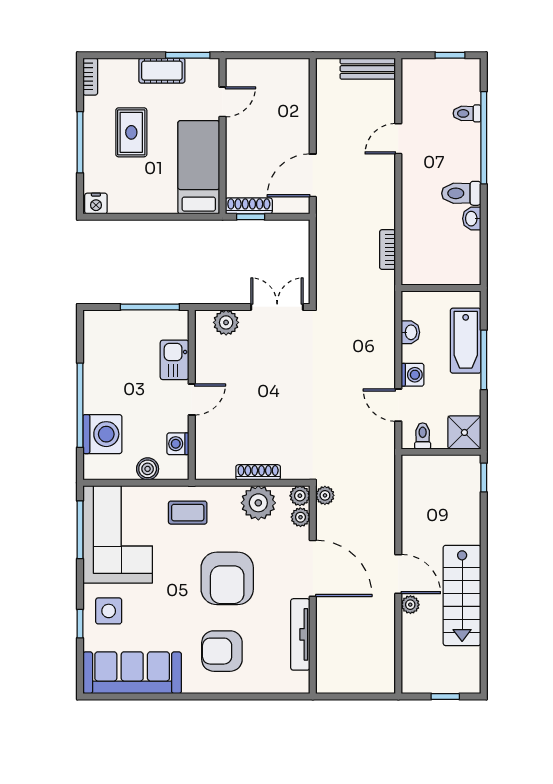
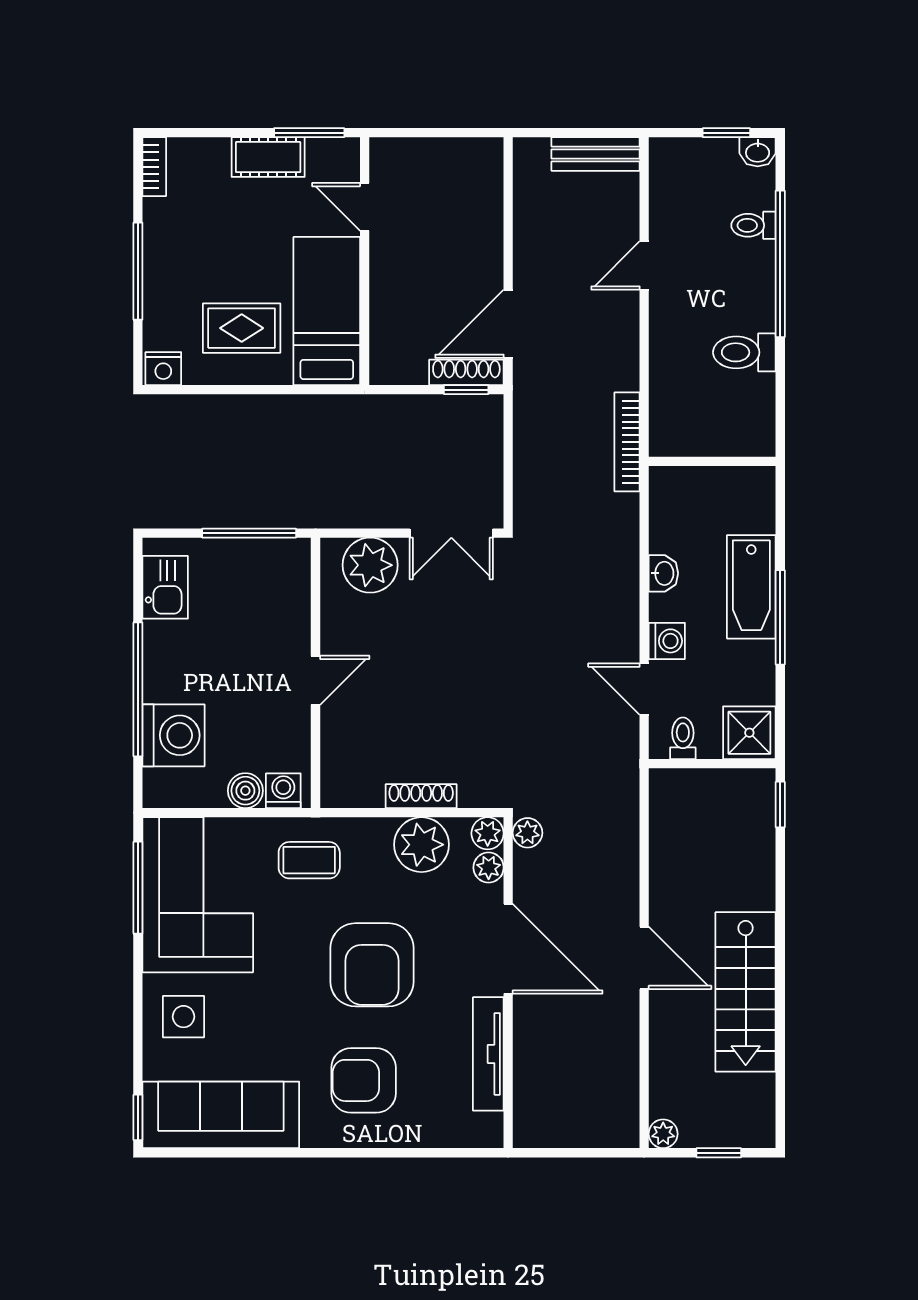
door: (223, 102) -> (365, 207), swing flipped
rug: (131, 132) -> (242, 328), moved, turned 90
shoe rack: (249, 206) -> (466, 372), moved
window: (251, 217) -> (466, 390), moved
washbasin: (472, 219) -> (758, 152), moved, turned -90
bookcase: (388, 250) -> (627, 442), width x1.56
wall: (441, 288) -> (712, 461), moved
double door: (277, 307) -> (451, 533), swing flipped
plant: (226, 322) -> (370, 565), width x1.36, depth x1.36
kitchen sink: (175, 360) -> (165, 587), moved, turned 180
washing machine: (178, 444) -> (283, 791), moved, turned 90
plant: (410, 605) -> (663, 1134), moved
window: (80, 624) -> (138, 1117), moved

